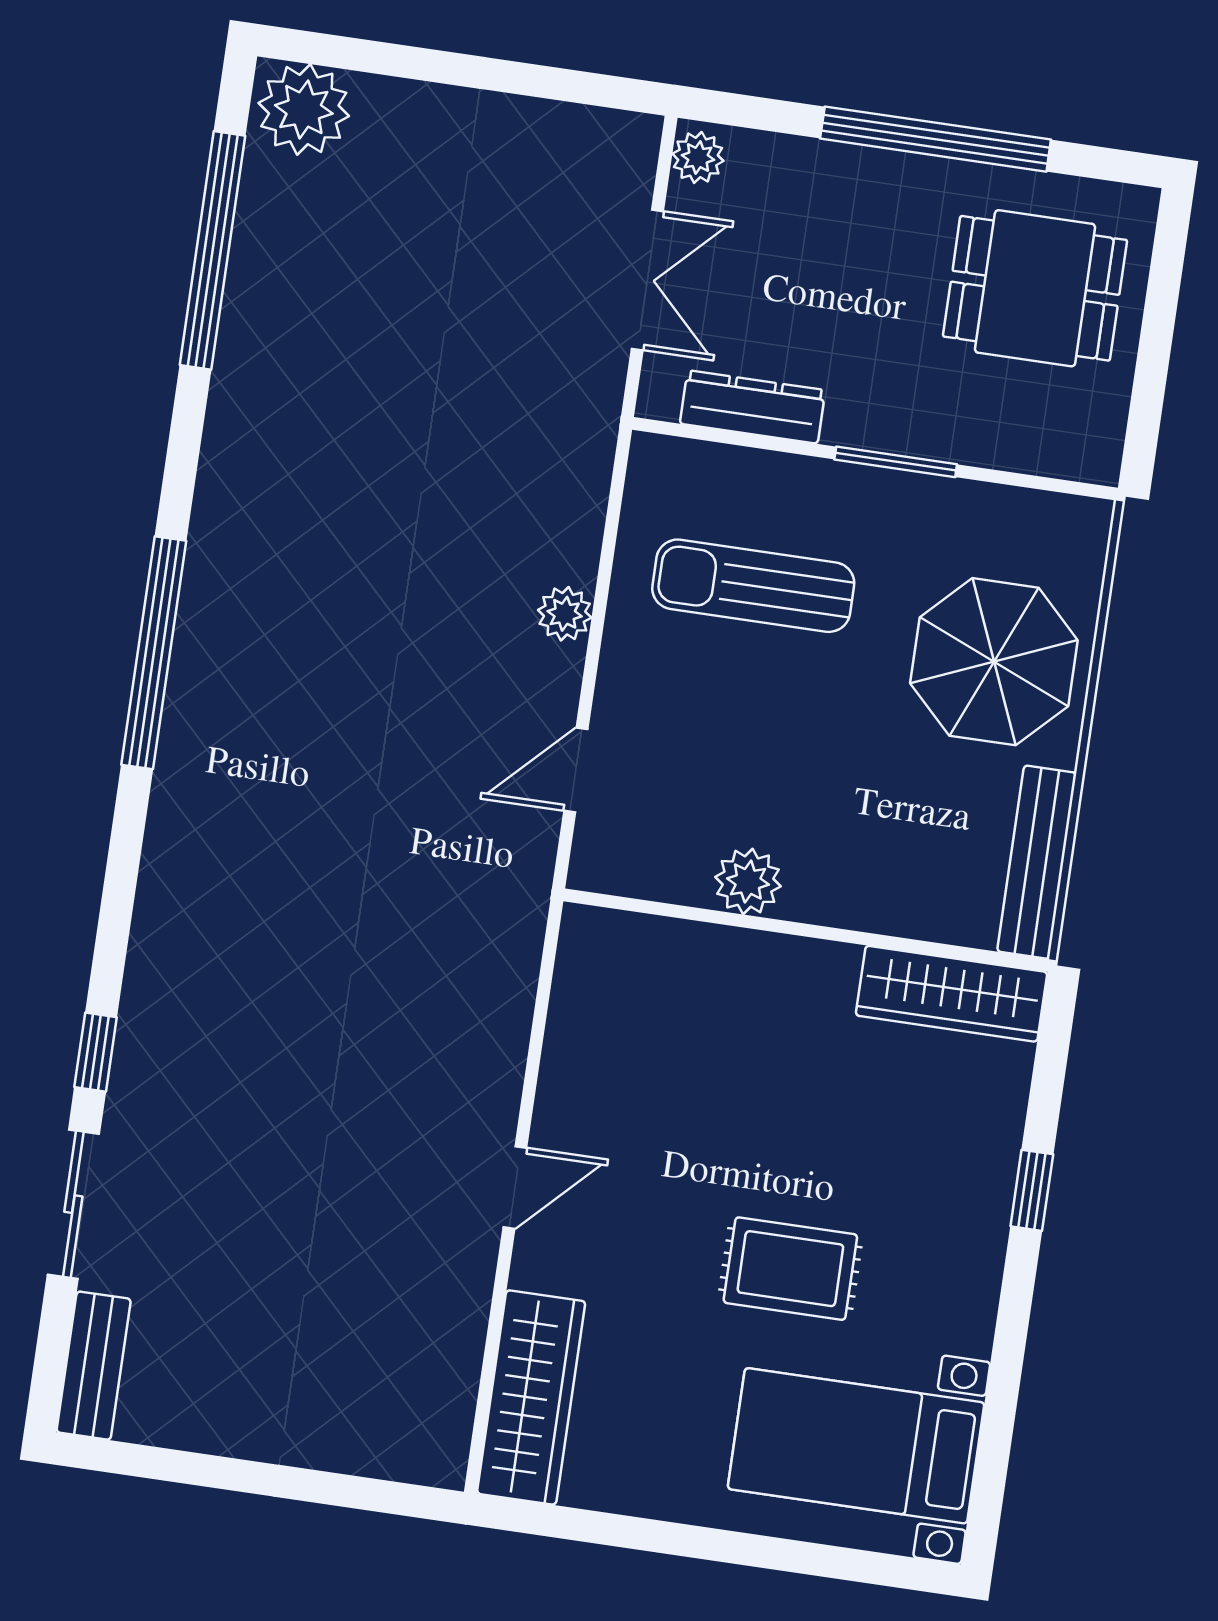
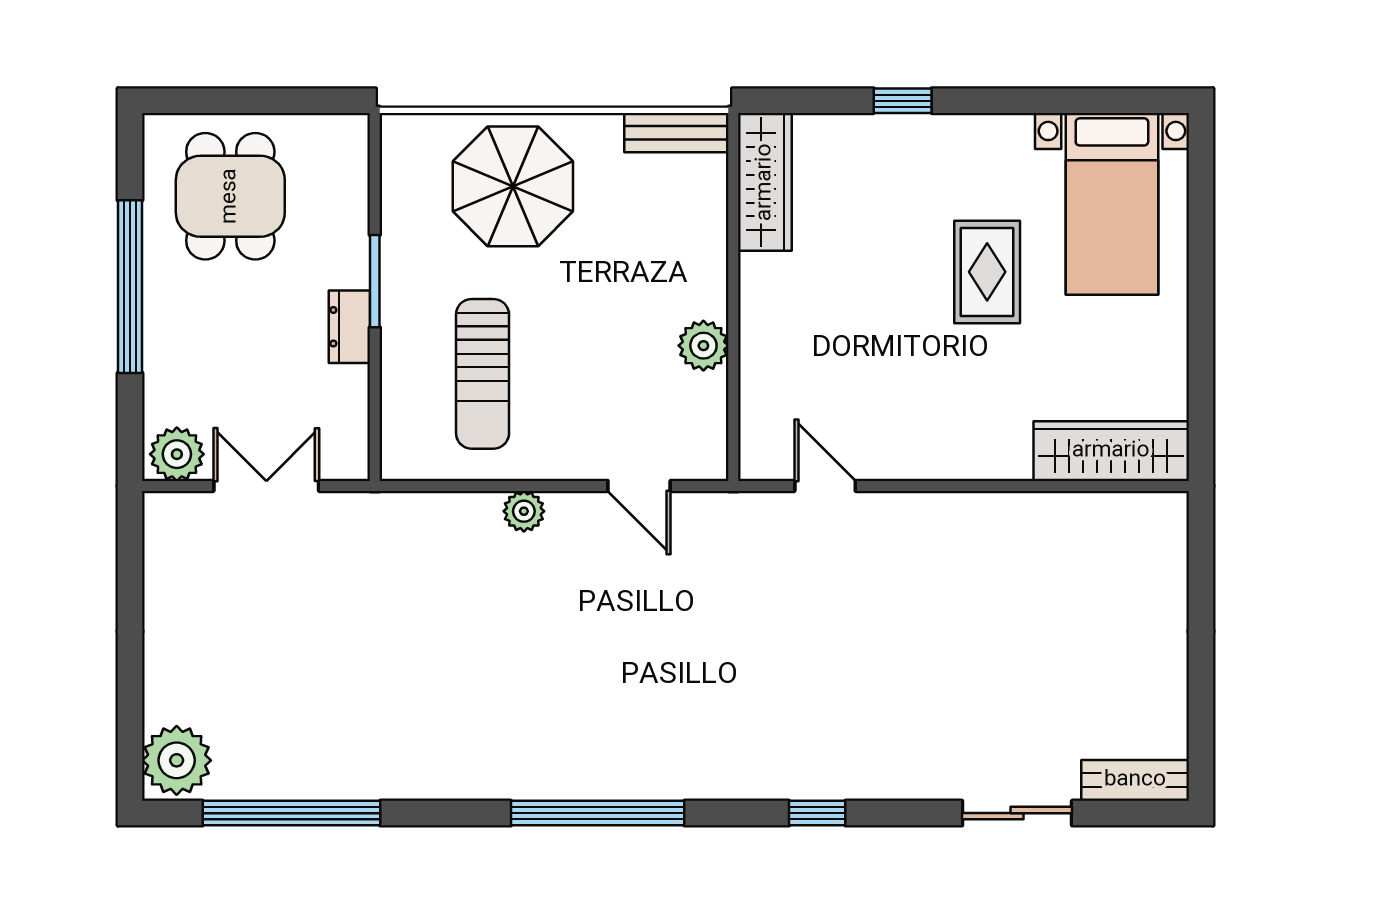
plant: (698, 157) -> (177, 454), width x1.38, depth x1.38
dresser: (753, 407) -> (349, 327), moved, width x0.70
bench: (1037, 862) -> (676, 133), width x0.73
window: (96, 1052) -> (817, 813), moved
door: (515, 1187) -> (825, 486), moved

